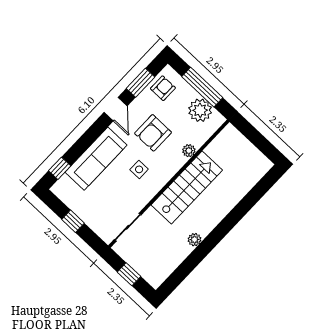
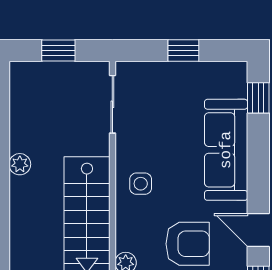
armchair: (153, 133) -> (188, 244), turned 90
side table: (139, 169) -> (141, 184), moved

